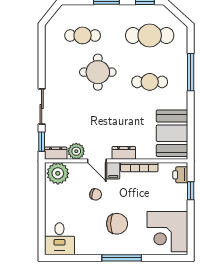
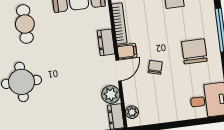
plant: (58, 173) -> (132, 112), width x0.53, depth x0.53
chair: (117, 224) -> (194, 51), moved

